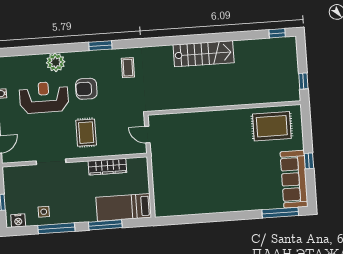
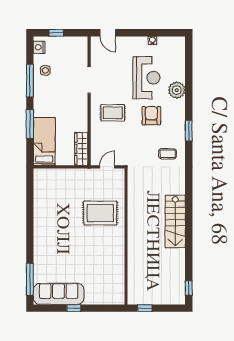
rug: (272, 126) -> (100, 213), moved, turned 90
wardrobe: (107, 167) -> (81, 149), moved

